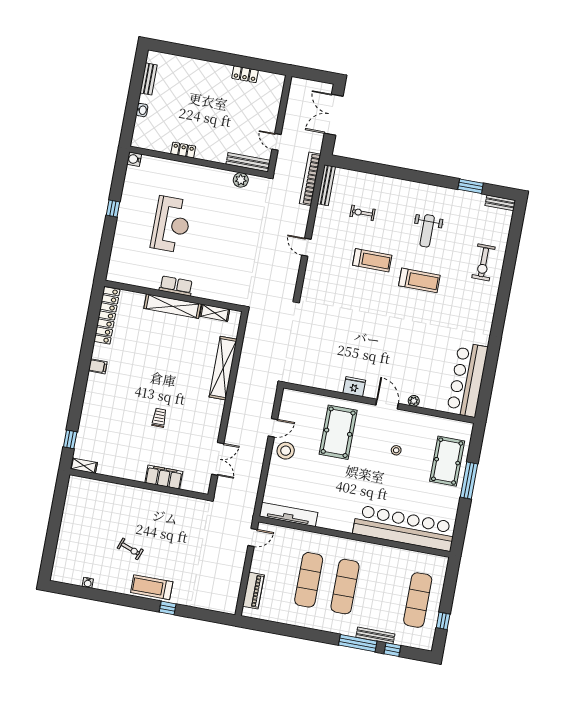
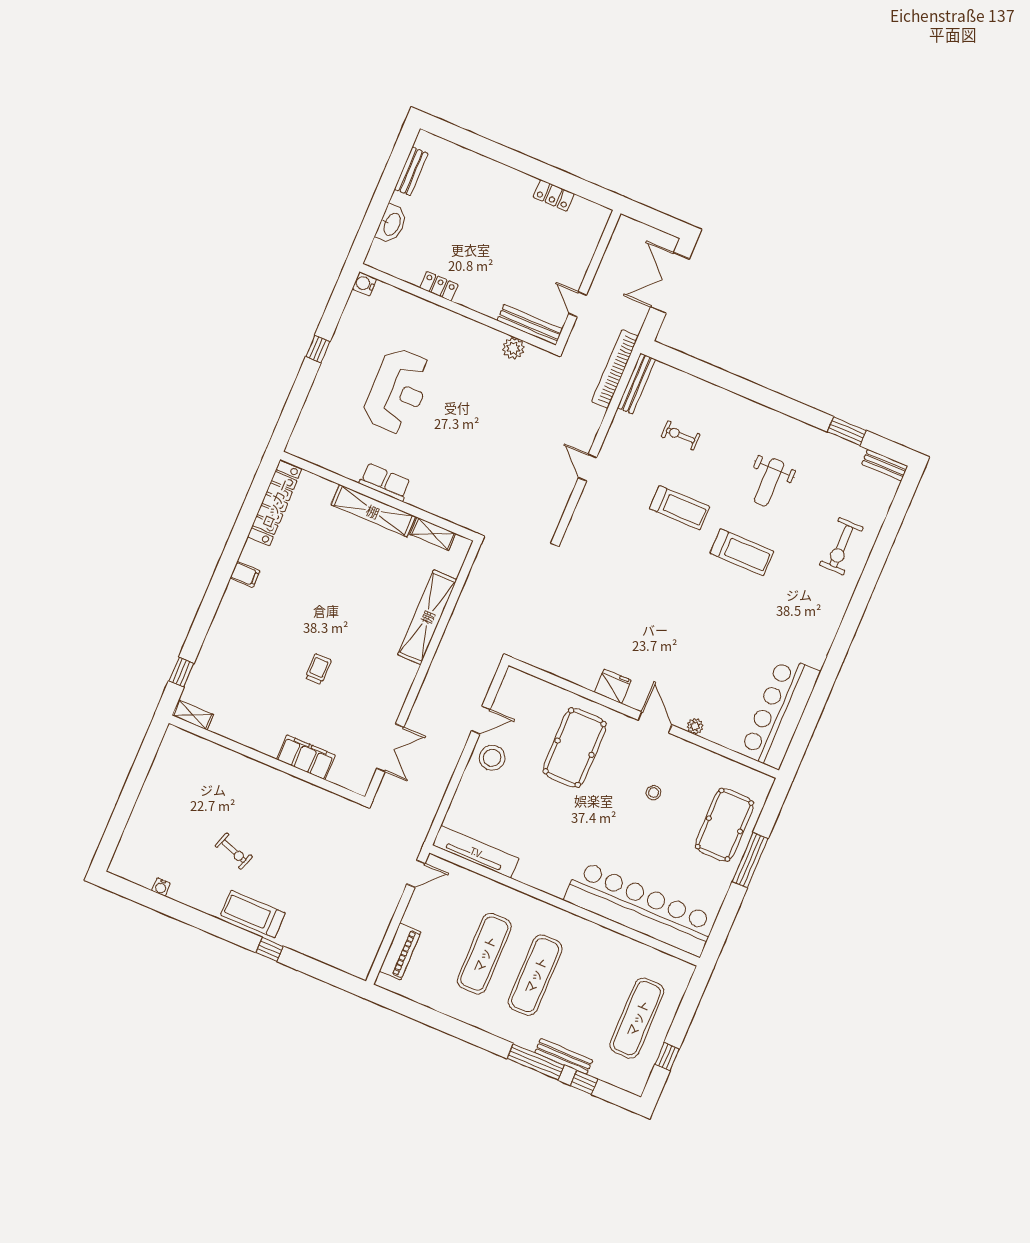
washbasin: (142, 110) -> (392, 224), width x1.91, depth x1.45

